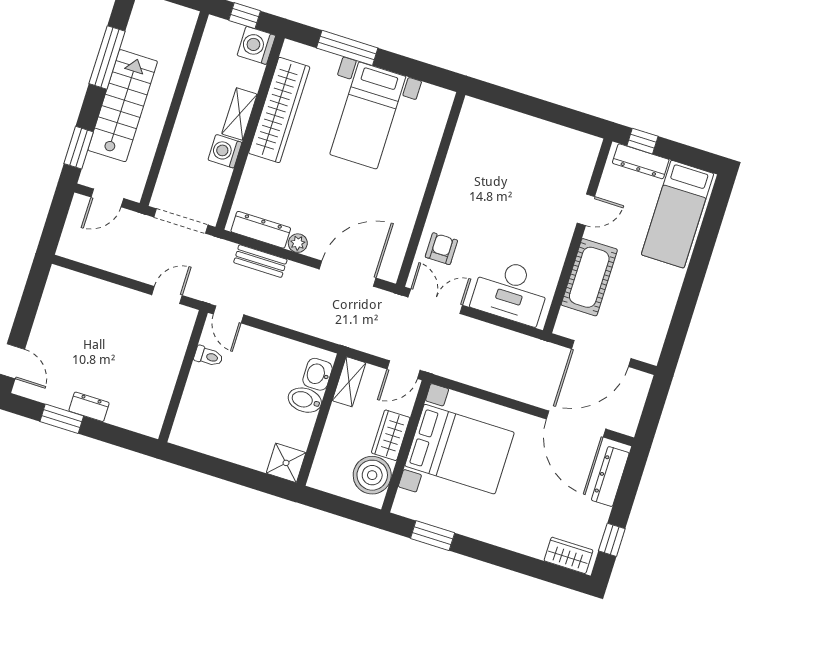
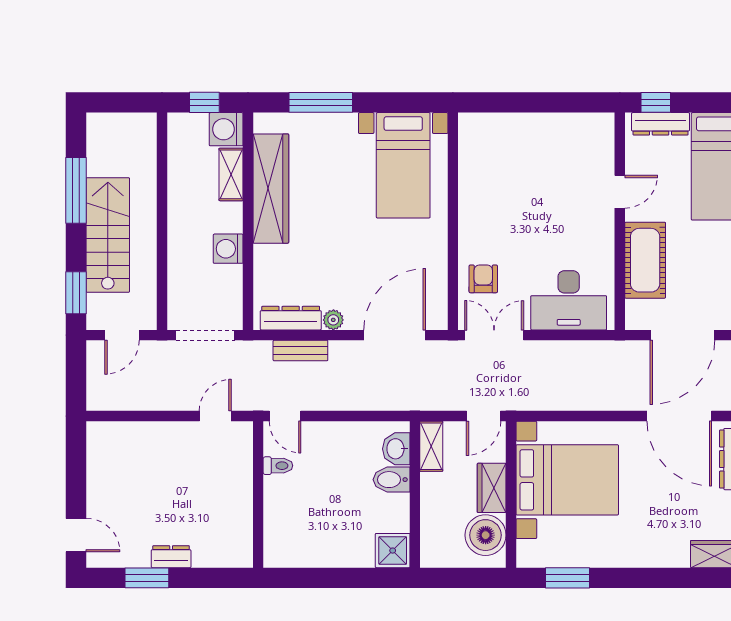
shelving: (239, 114) -> (231, 174), moved
bed with nightstands: (368, 115) -> (403, 165), moved

